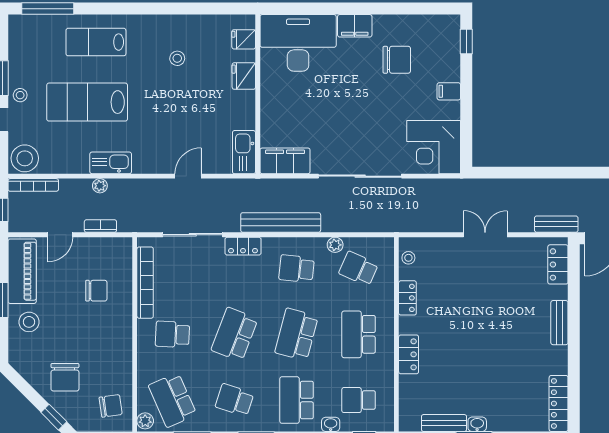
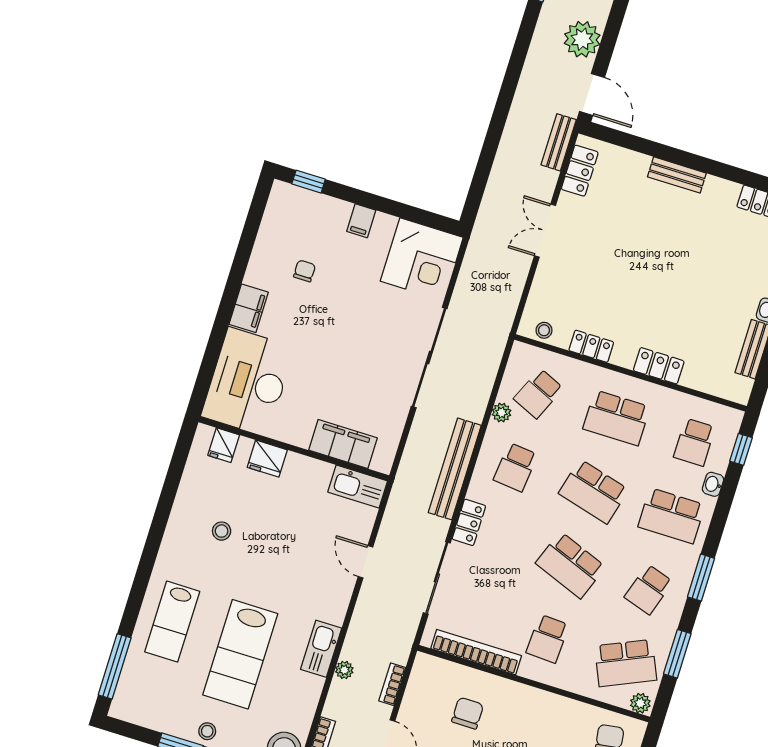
chair: (397, 60) -> (305, 271), width x0.54, depth x0.54
filing cabinet: (285, 161) -> (343, 444), moved, turned 90
locker: (558, 264) -> (580, 171), moved, turned -90

